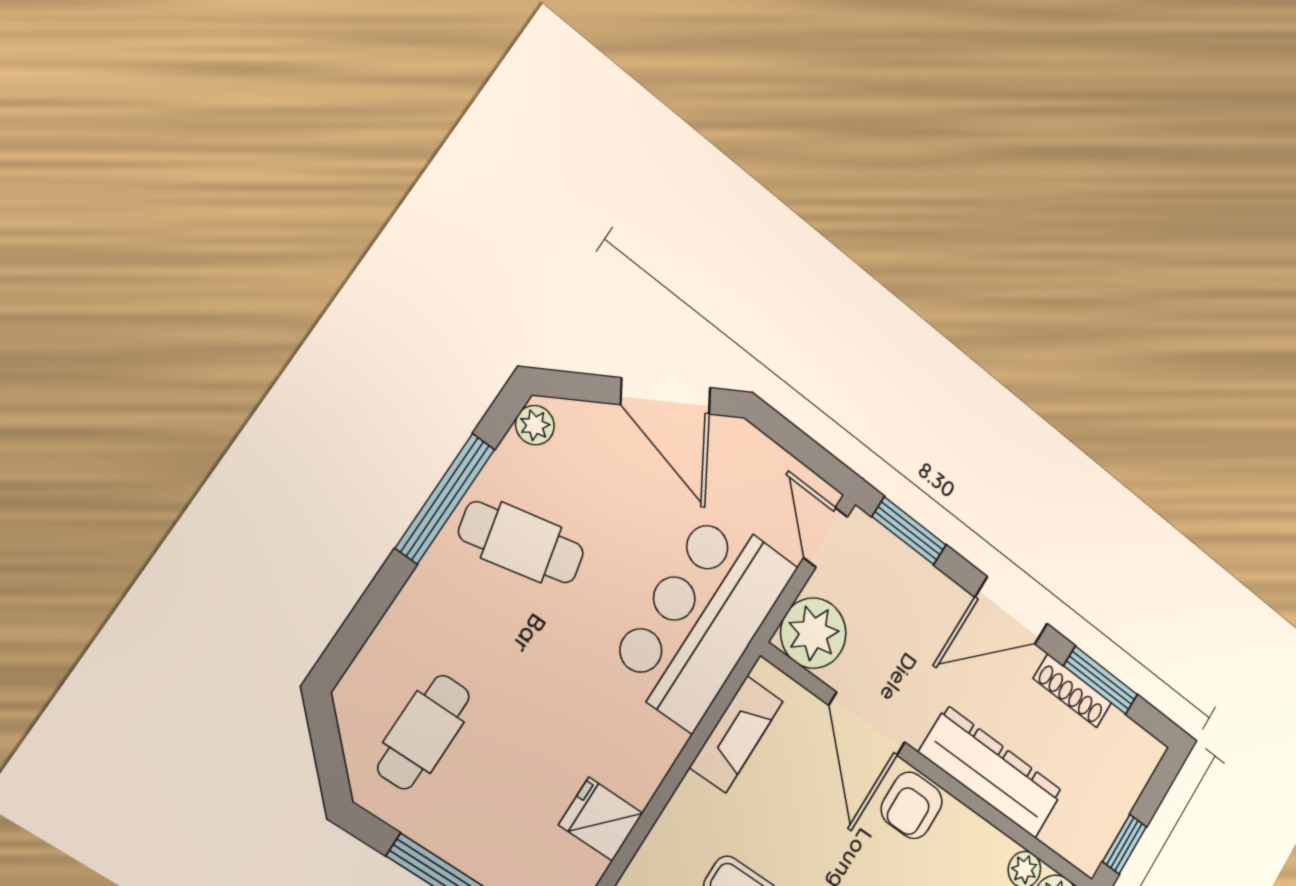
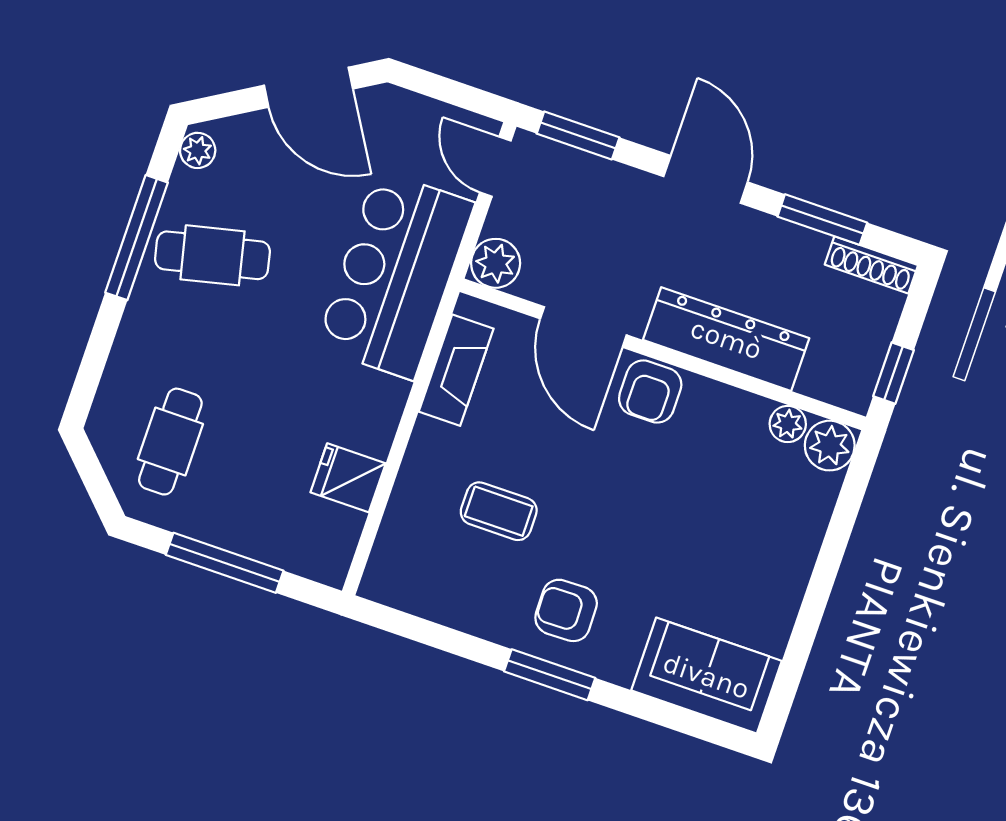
door: (1011, 610) -> (706, 179), swing flipped
plant: (813, 633) -> (496, 263), width x0.73, depth x0.73
shoe rack: (1072, 691) -> (871, 265), moved

